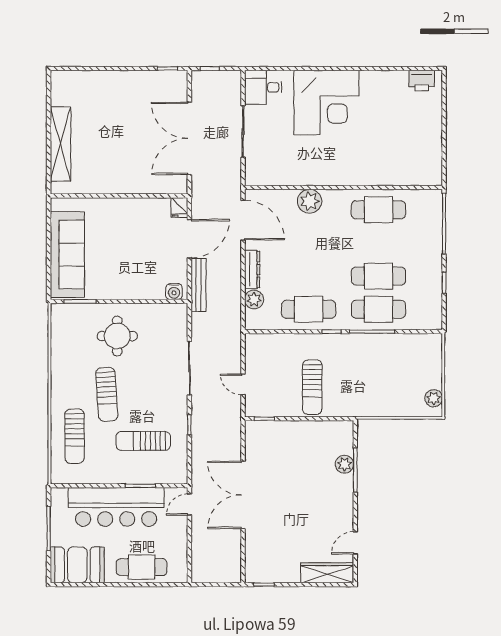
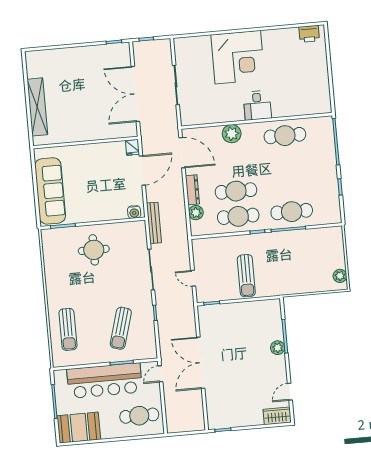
desk: (263, 87) -> (257, 105), moved, turned -90
cafe table: (378, 276) -> (236, 191), moved
bench: (199, 285) -> (154, 223), moved
sun lounger: (107, 394) -> (90, 295), removed
sun lounger: (143, 441) -> (121, 328), turned -74
plant: (344, 464) -> (278, 348), moved
cafe table: (142, 567) -> (139, 416), moved
wardrobe: (327, 573) -> (277, 416), width x0.67

